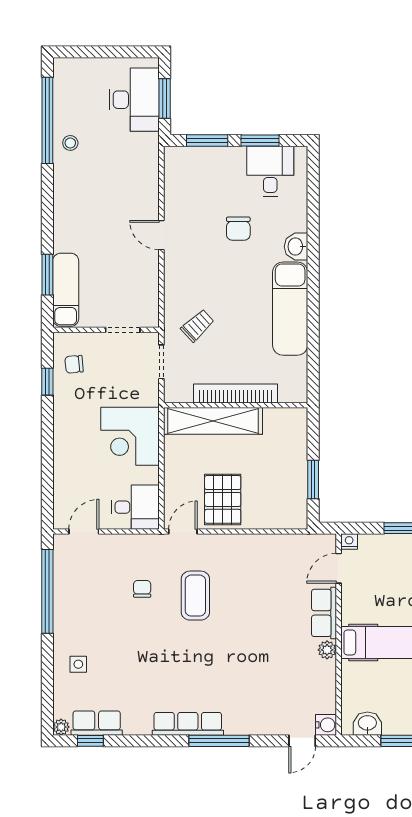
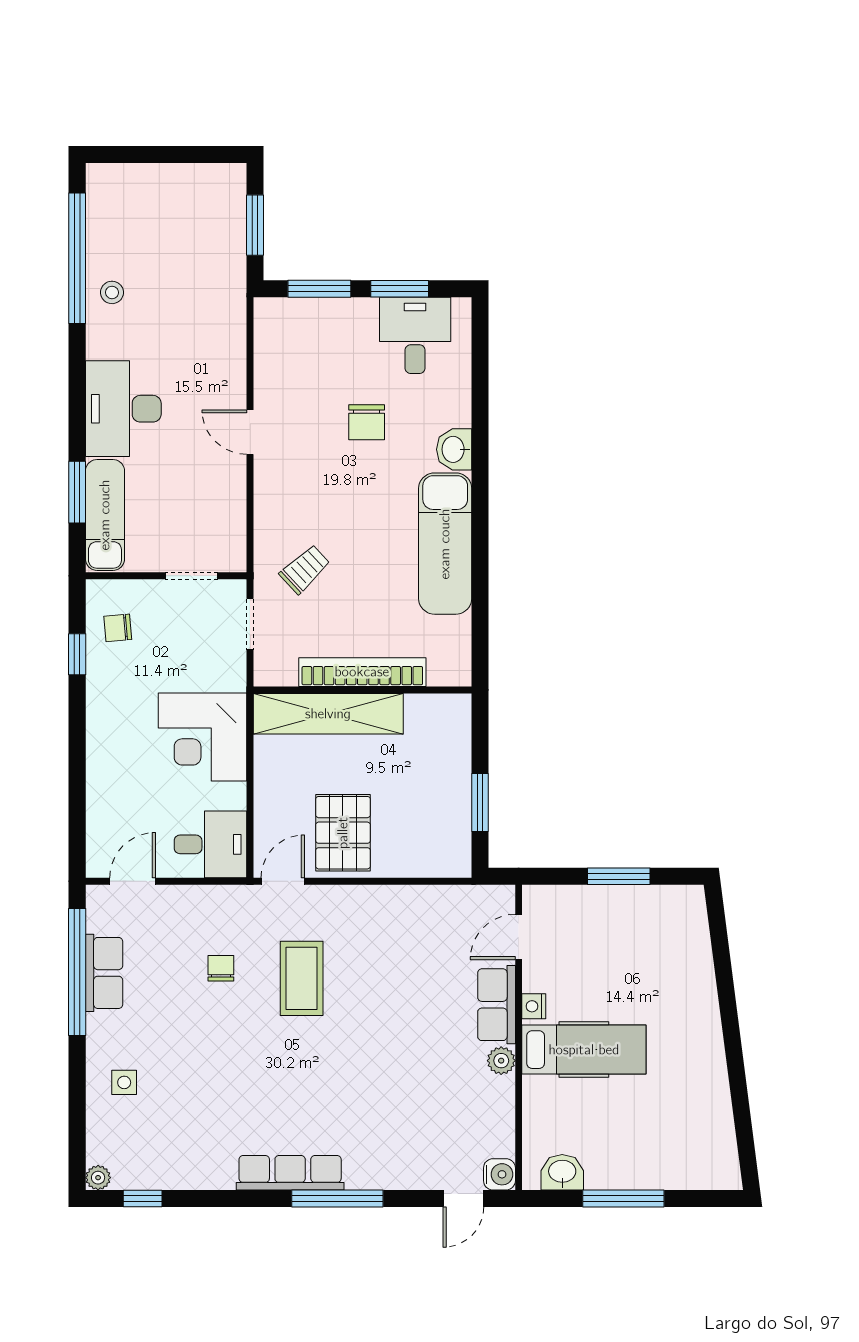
desk: (134, 100) -> (123, 409), moved, turned 180
nightstand: (349, 542) -> (534, 1006), moved, turned -90
row of seats: (97, 723) -> (104, 973), moved, turned 90

